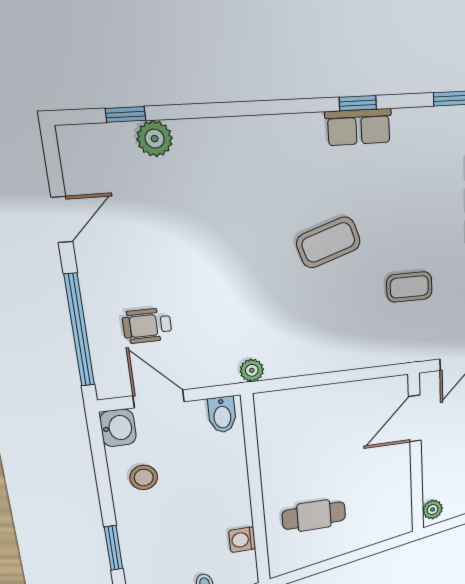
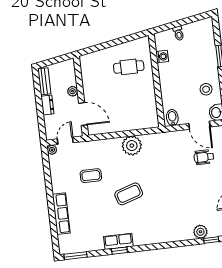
wheelchair: (147, 326) -> (204, 157), turned 180
plant: (252, 370) -> (132, 146), moved, width x1.88, depth x1.88
door: (415, 419) -> (83, 114), hinge flipped
plant: (433, 510) -> (73, 91), moved

